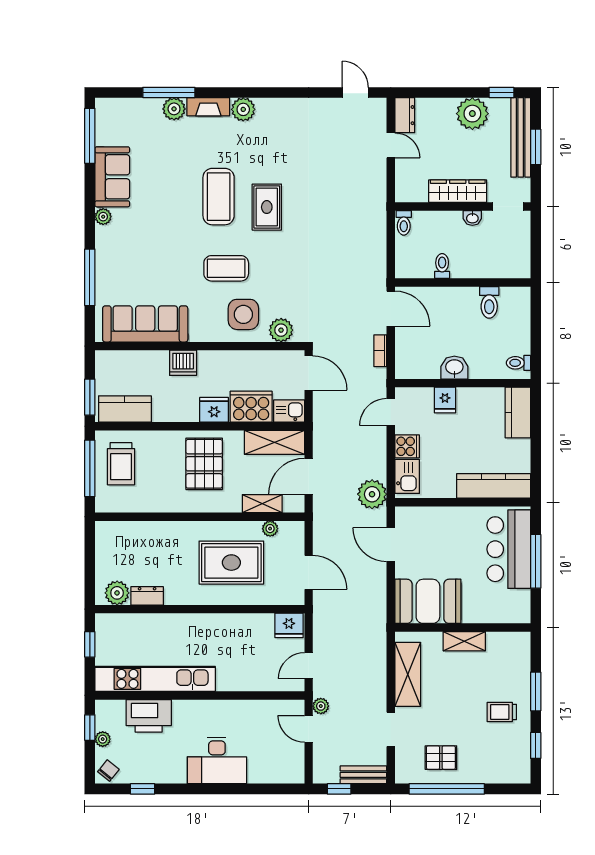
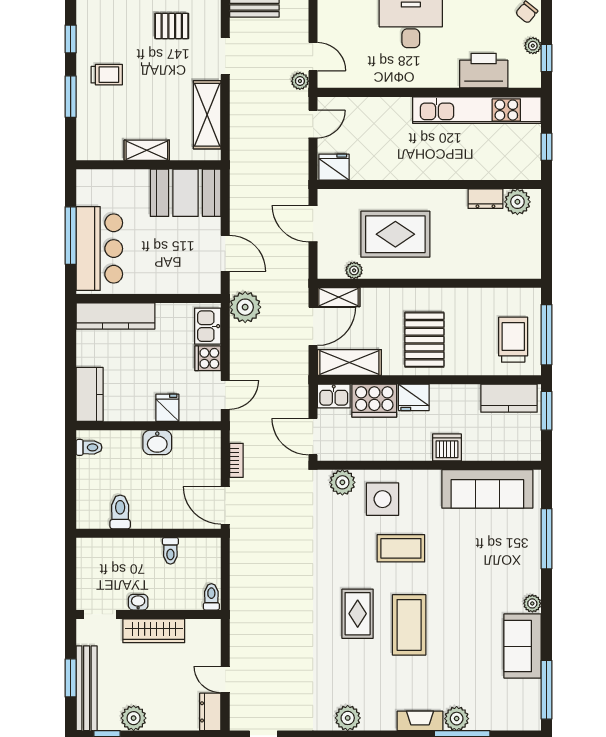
plant: (243, 109) -> (348, 718), moved
plant: (472, 114) -> (134, 718), width x0.73, depth x0.73
shelving: (262, 504) -> (339, 297), moved

